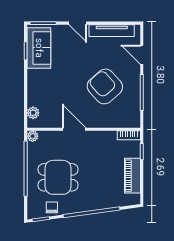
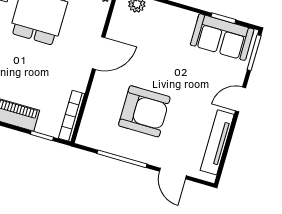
door: (142, 55) -> (173, 174), swing flipped
armchair: (105, 86) -> (144, 111), turned 42
bookcase: (129, 135) -> (72, 116), width x1.56

